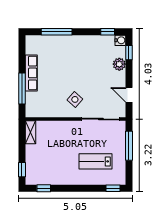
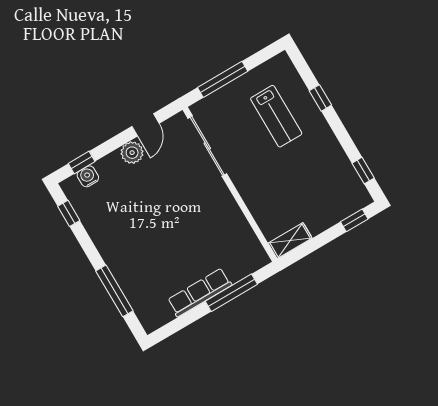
water cooler: (120, 40) -> (88, 176), moved
plant: (119, 64) -> (132, 153), moved
side table: (75, 99) -> (201, 203), removed
window: (113, 188) -> (320, 98), moved

